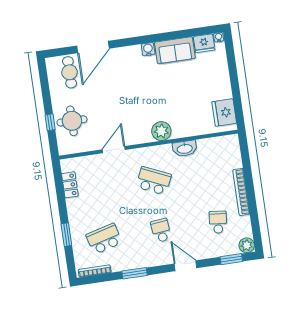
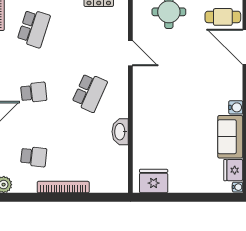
plant: (161, 131) -> (143, 109), removed
school desk: (104, 239) -> (34, 28), turned 33

